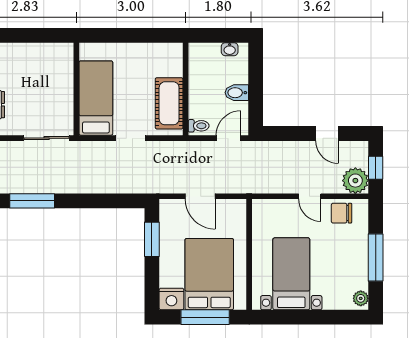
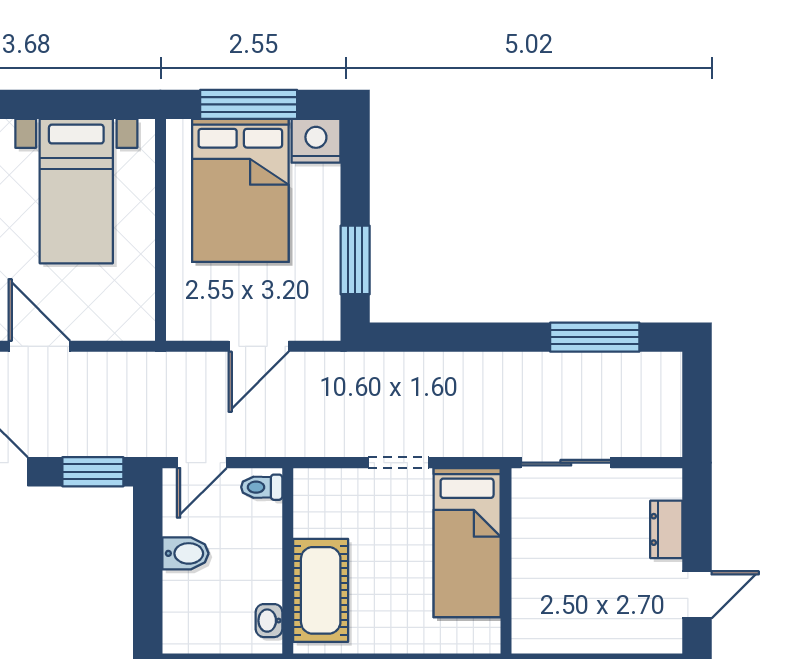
washbasin: (230, 49) -> (269, 621), moved, turned -90
cot: (169, 103) -> (321, 590), moved
window: (283, 133) -> (93, 472), added
door: (200, 196) -> (259, 346), swing flipped
door: (310, 196) -> (39, 346), width x1.38

